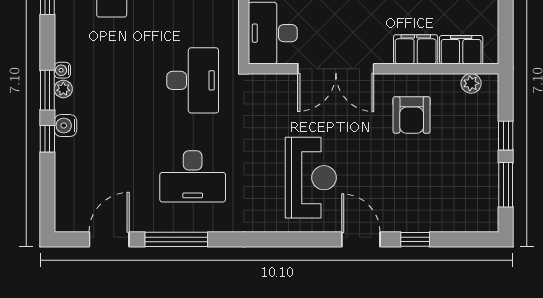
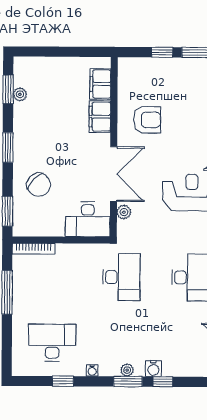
water cooler: (62, 70) -> (92, 371), moved
desk: (193, 80) -> (121, 277), turned 90
plant: (471, 83) -> (124, 212), moved

